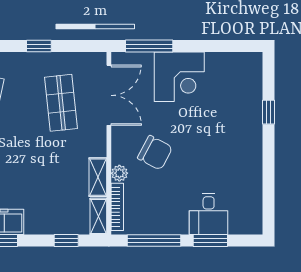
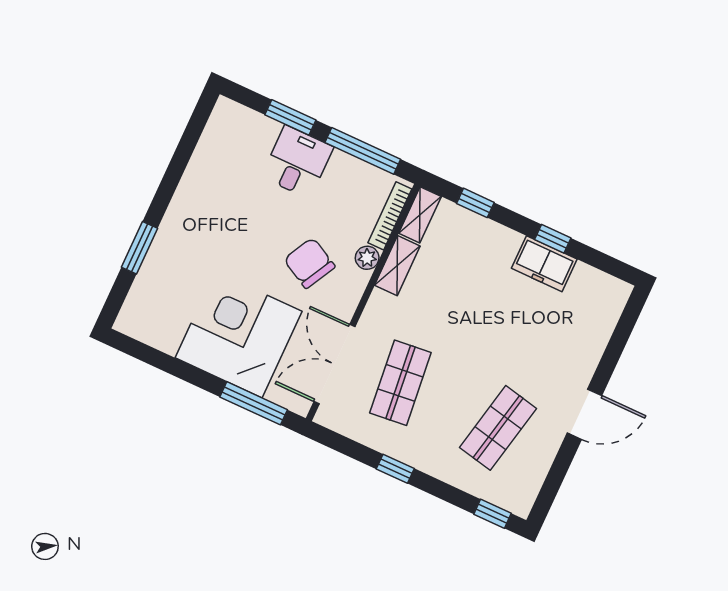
corner desk: (179, 77) -> (239, 335), width x1.36, depth x1.36
window: (269, 112) -> (139, 248), width x1.50
desk: (209, 214) -> (297, 162), moved

